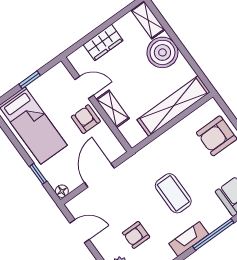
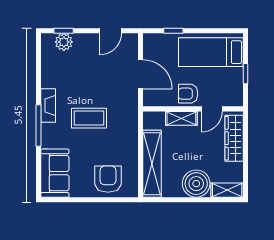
wardrobe: (103, 43) -> (234, 138), width x1.50
armchair: (86, 119) -> (188, 94), turned 180
floor lamp: (62, 191) -> (149, 39), removed
armchair: (136, 235) -> (78, 70), removed

